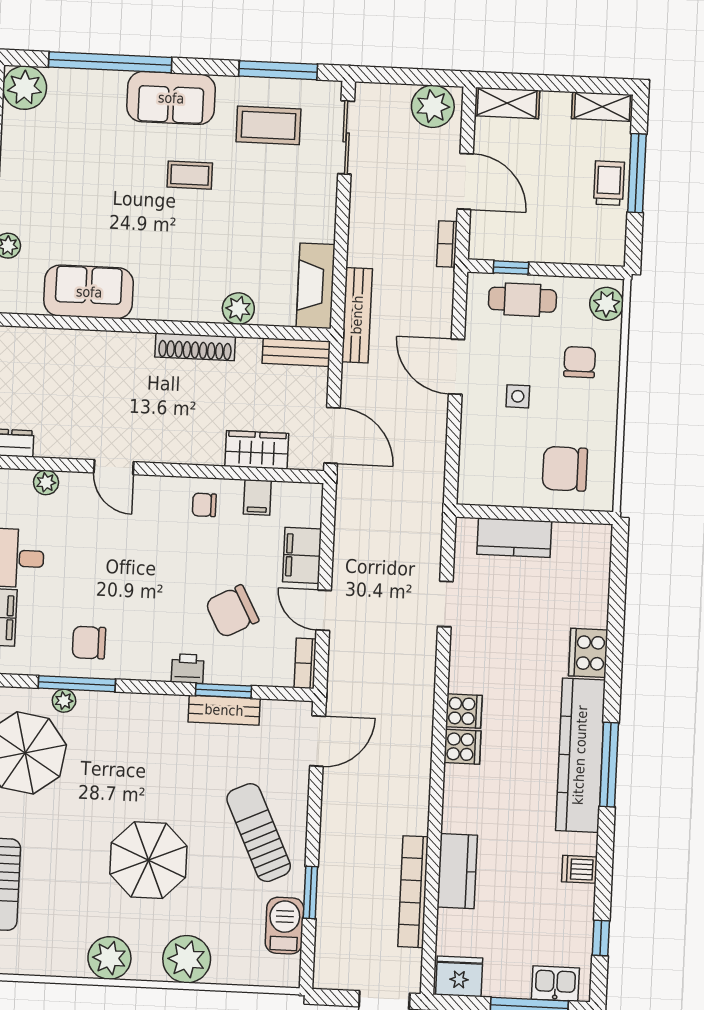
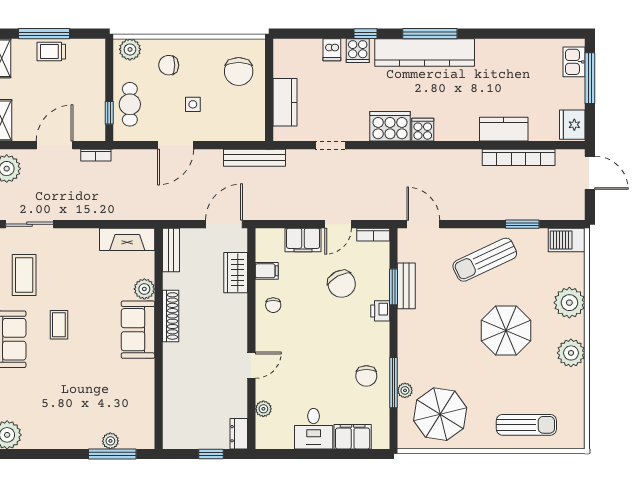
sofa: (89, 292) -> (138, 330), moved
bench: (357, 315) -> (255, 158), moved
cooker: (588, 653) -> (358, 51), width x0.73
cooker: (464, 711) -> (390, 126), width x1.87, depth x1.31
dishwasher: (579, 869) -> (332, 50), moved
barbecue: (284, 926) -> (567, 240), moved
window: (601, 938) -> (365, 34), moved

